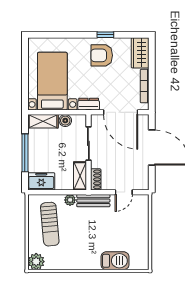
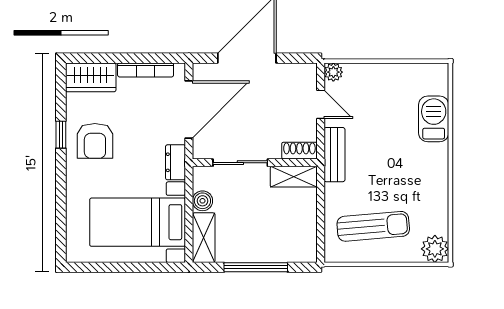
freezer: (41, 181) -> (303, 240), removed
plant: (70, 200) -> (333, 72), moved

